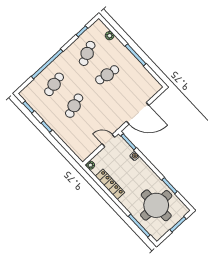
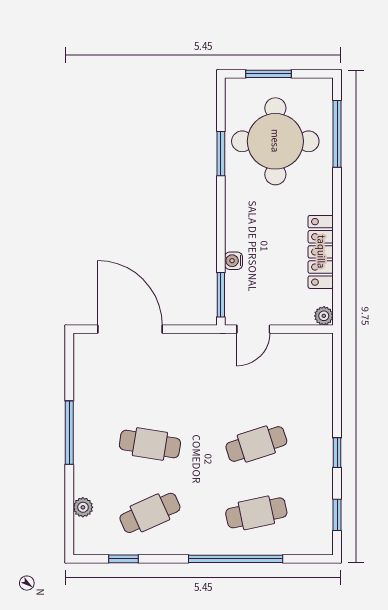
door: (138, 113) -> (130, 329), moved
door: (108, 141) -> (253, 329), hinge flipped

